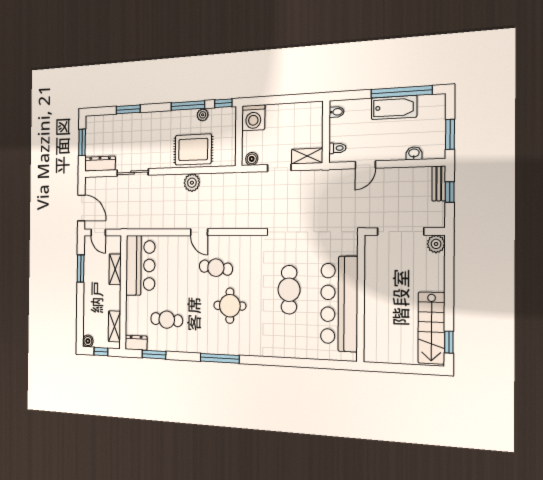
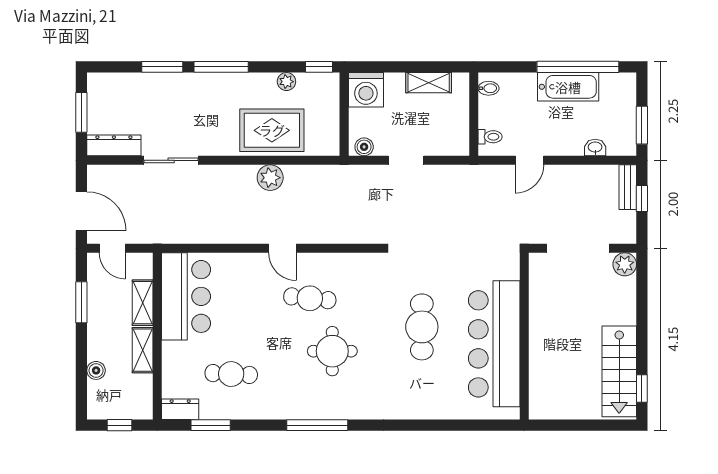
window: (188, 106) -> (221, 67), moved
shelving: (307, 156) -> (429, 83), moved
shelving: (114, 326) -> (143, 350), moved
boiler: (88, 341) -> (96, 370), moved

